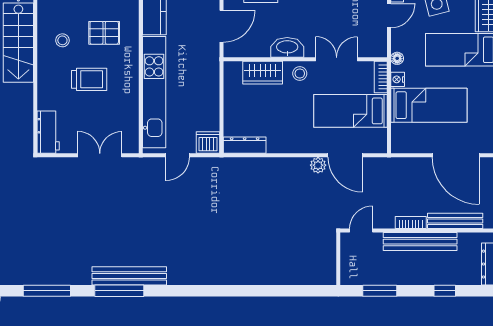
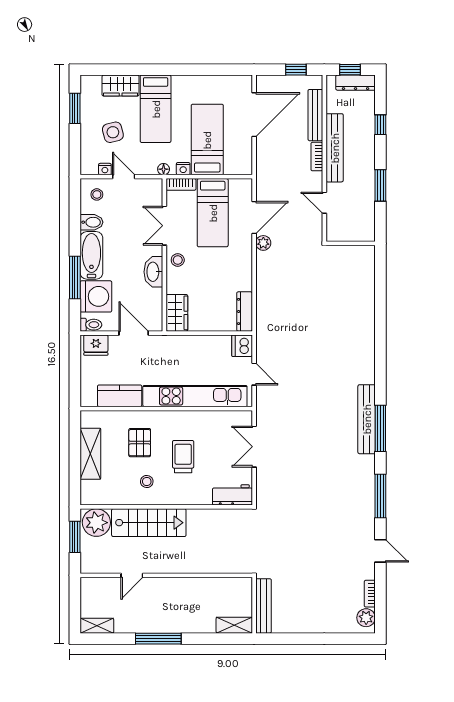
wardrobe: (263, 73) -> (177, 313), moved
wall: (338, 259) -> (351, 243), moved

